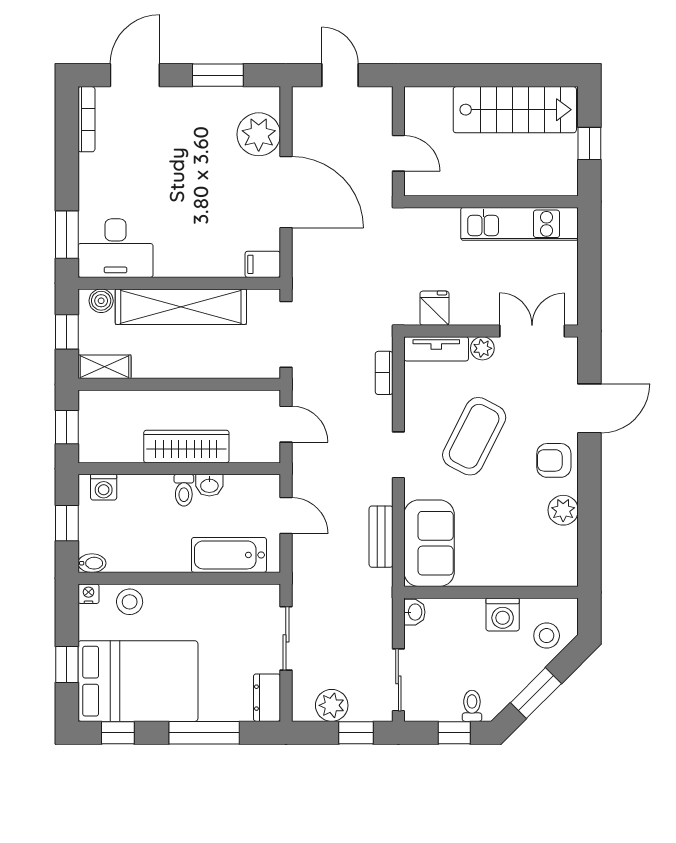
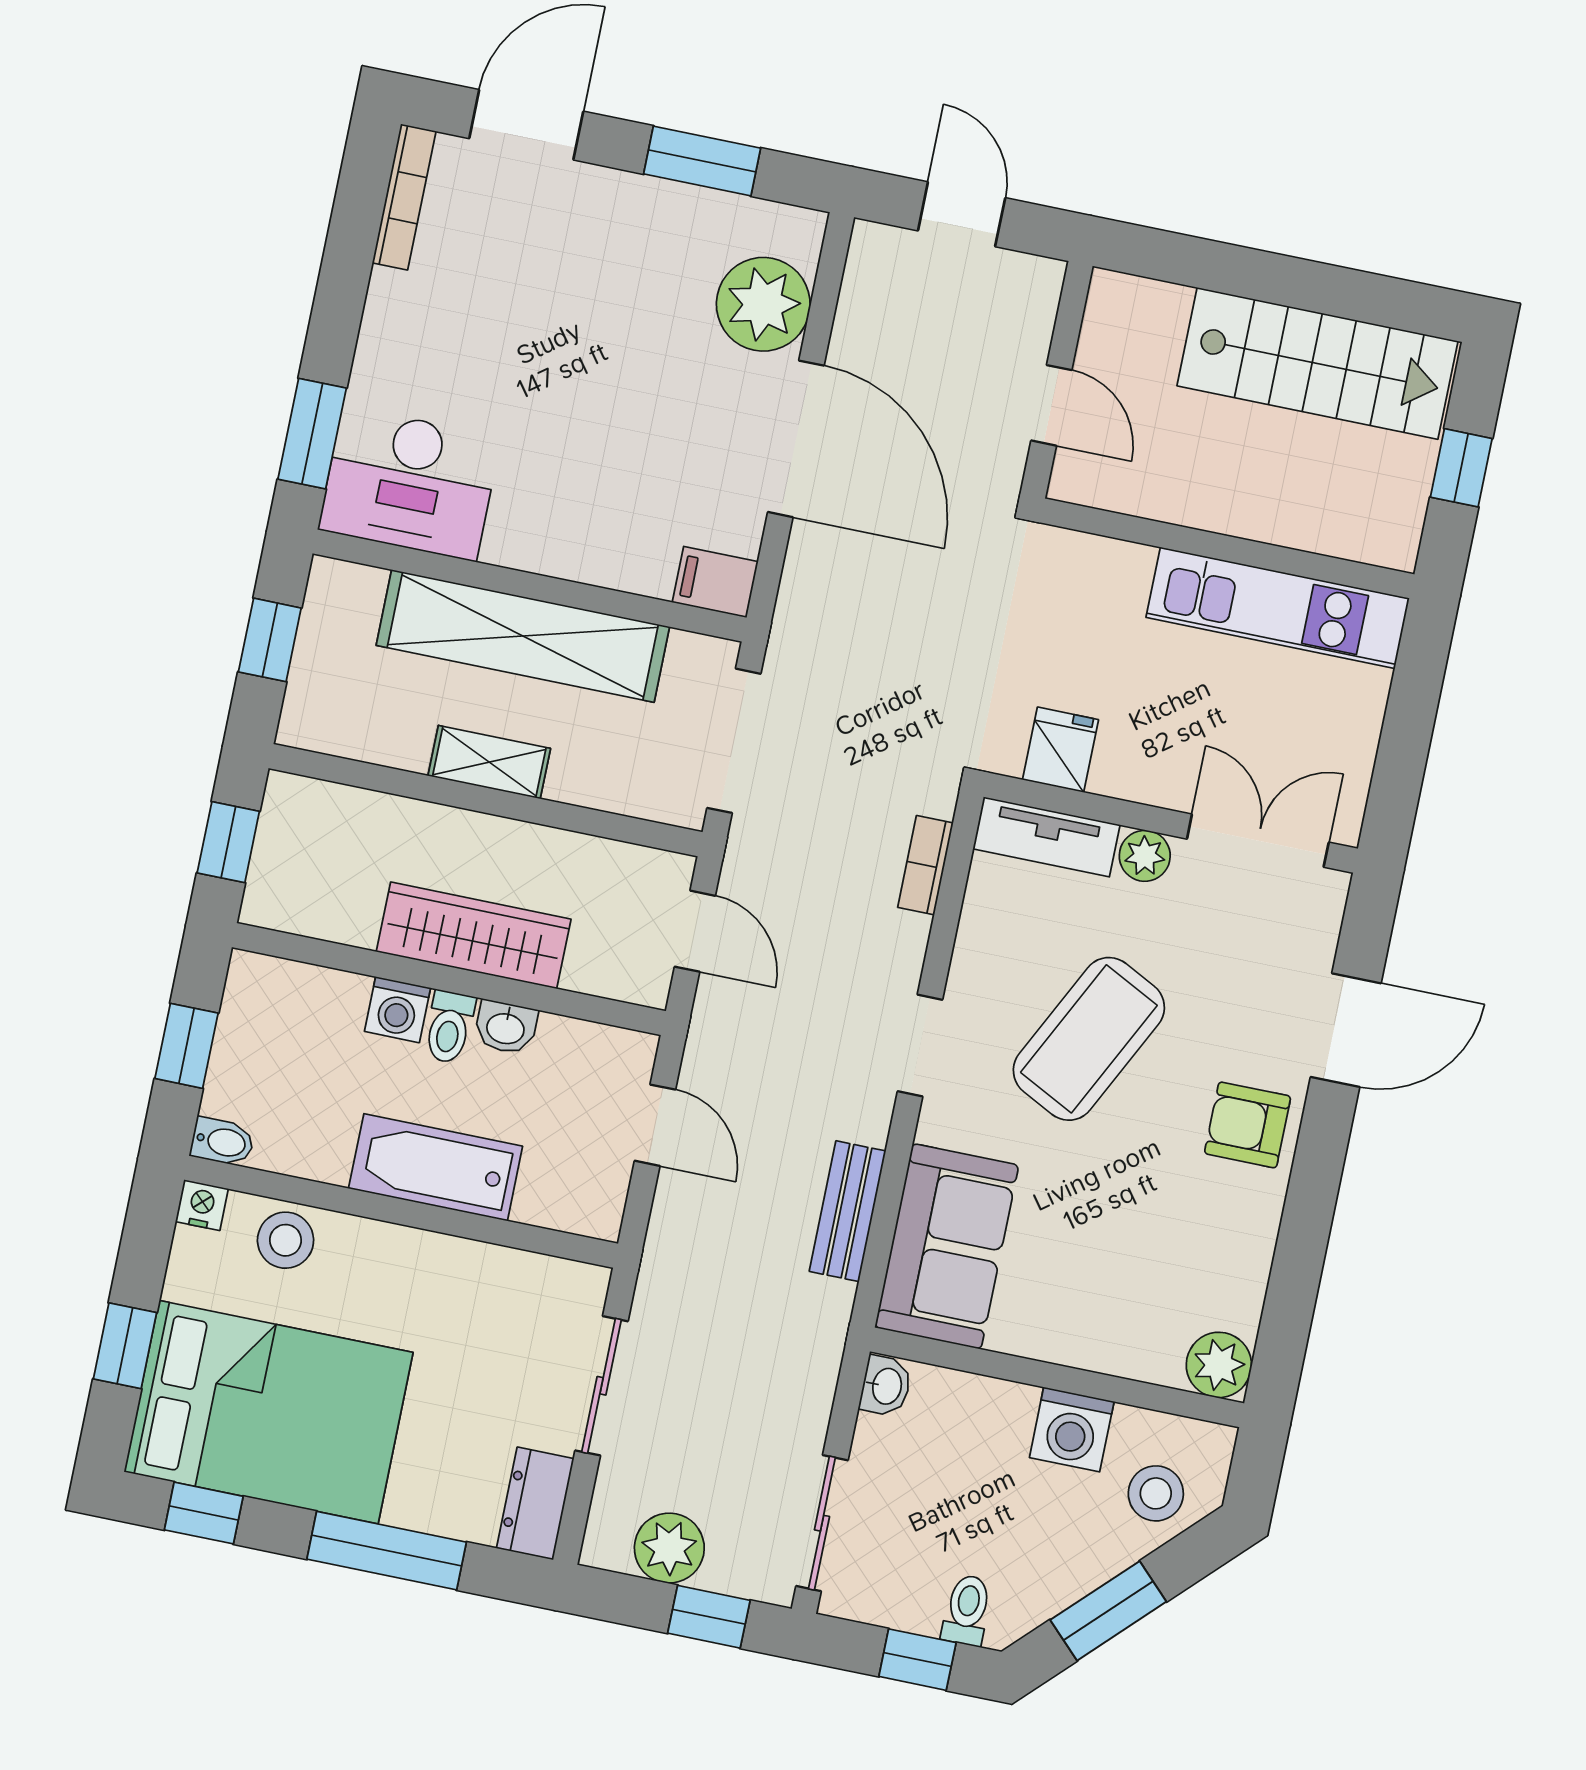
boiler: (101, 301) -> (356, 589), removed
shelving: (105, 367) -> (489, 762), moved
washing machine: (104, 487) -> (397, 1010), moved
plant: (563, 510) -> (1219, 1365), moved
bathtub: (229, 555) -> (436, 1167), moved

